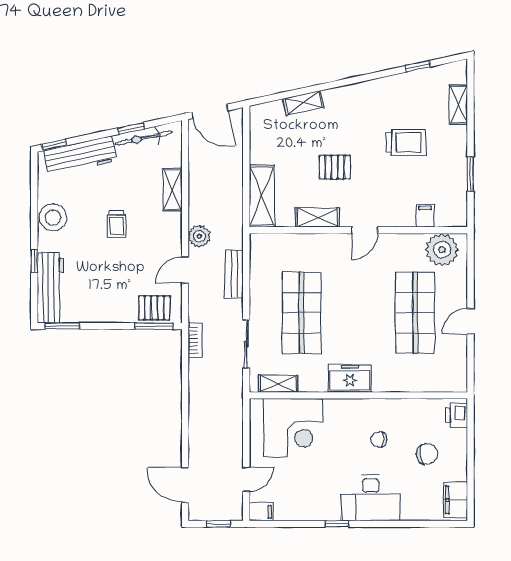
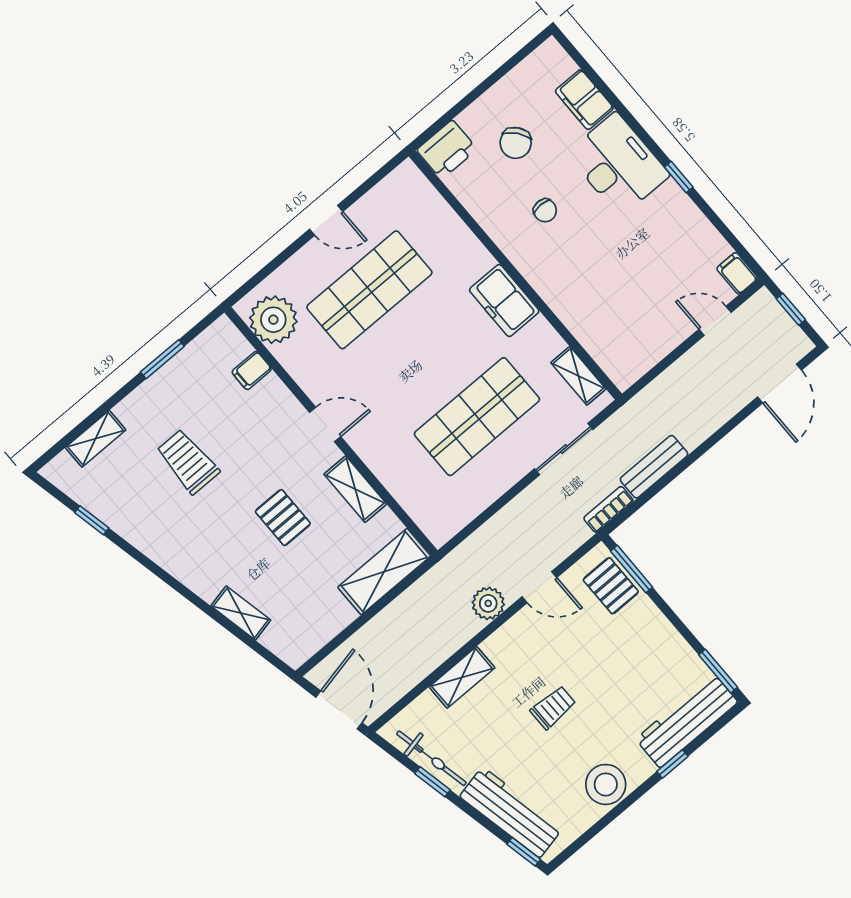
bench: (234, 274) -> (654, 467), moved
printer: (457, 415) -> (447, 150), width x1.36, depth x1.24
corner desk: (293, 428) -> (613, 317), removed
chair: (427, 454) -> (516, 143), turned -120
filing cabinet: (456, 500) -> (584, 100), moved, turned 90

